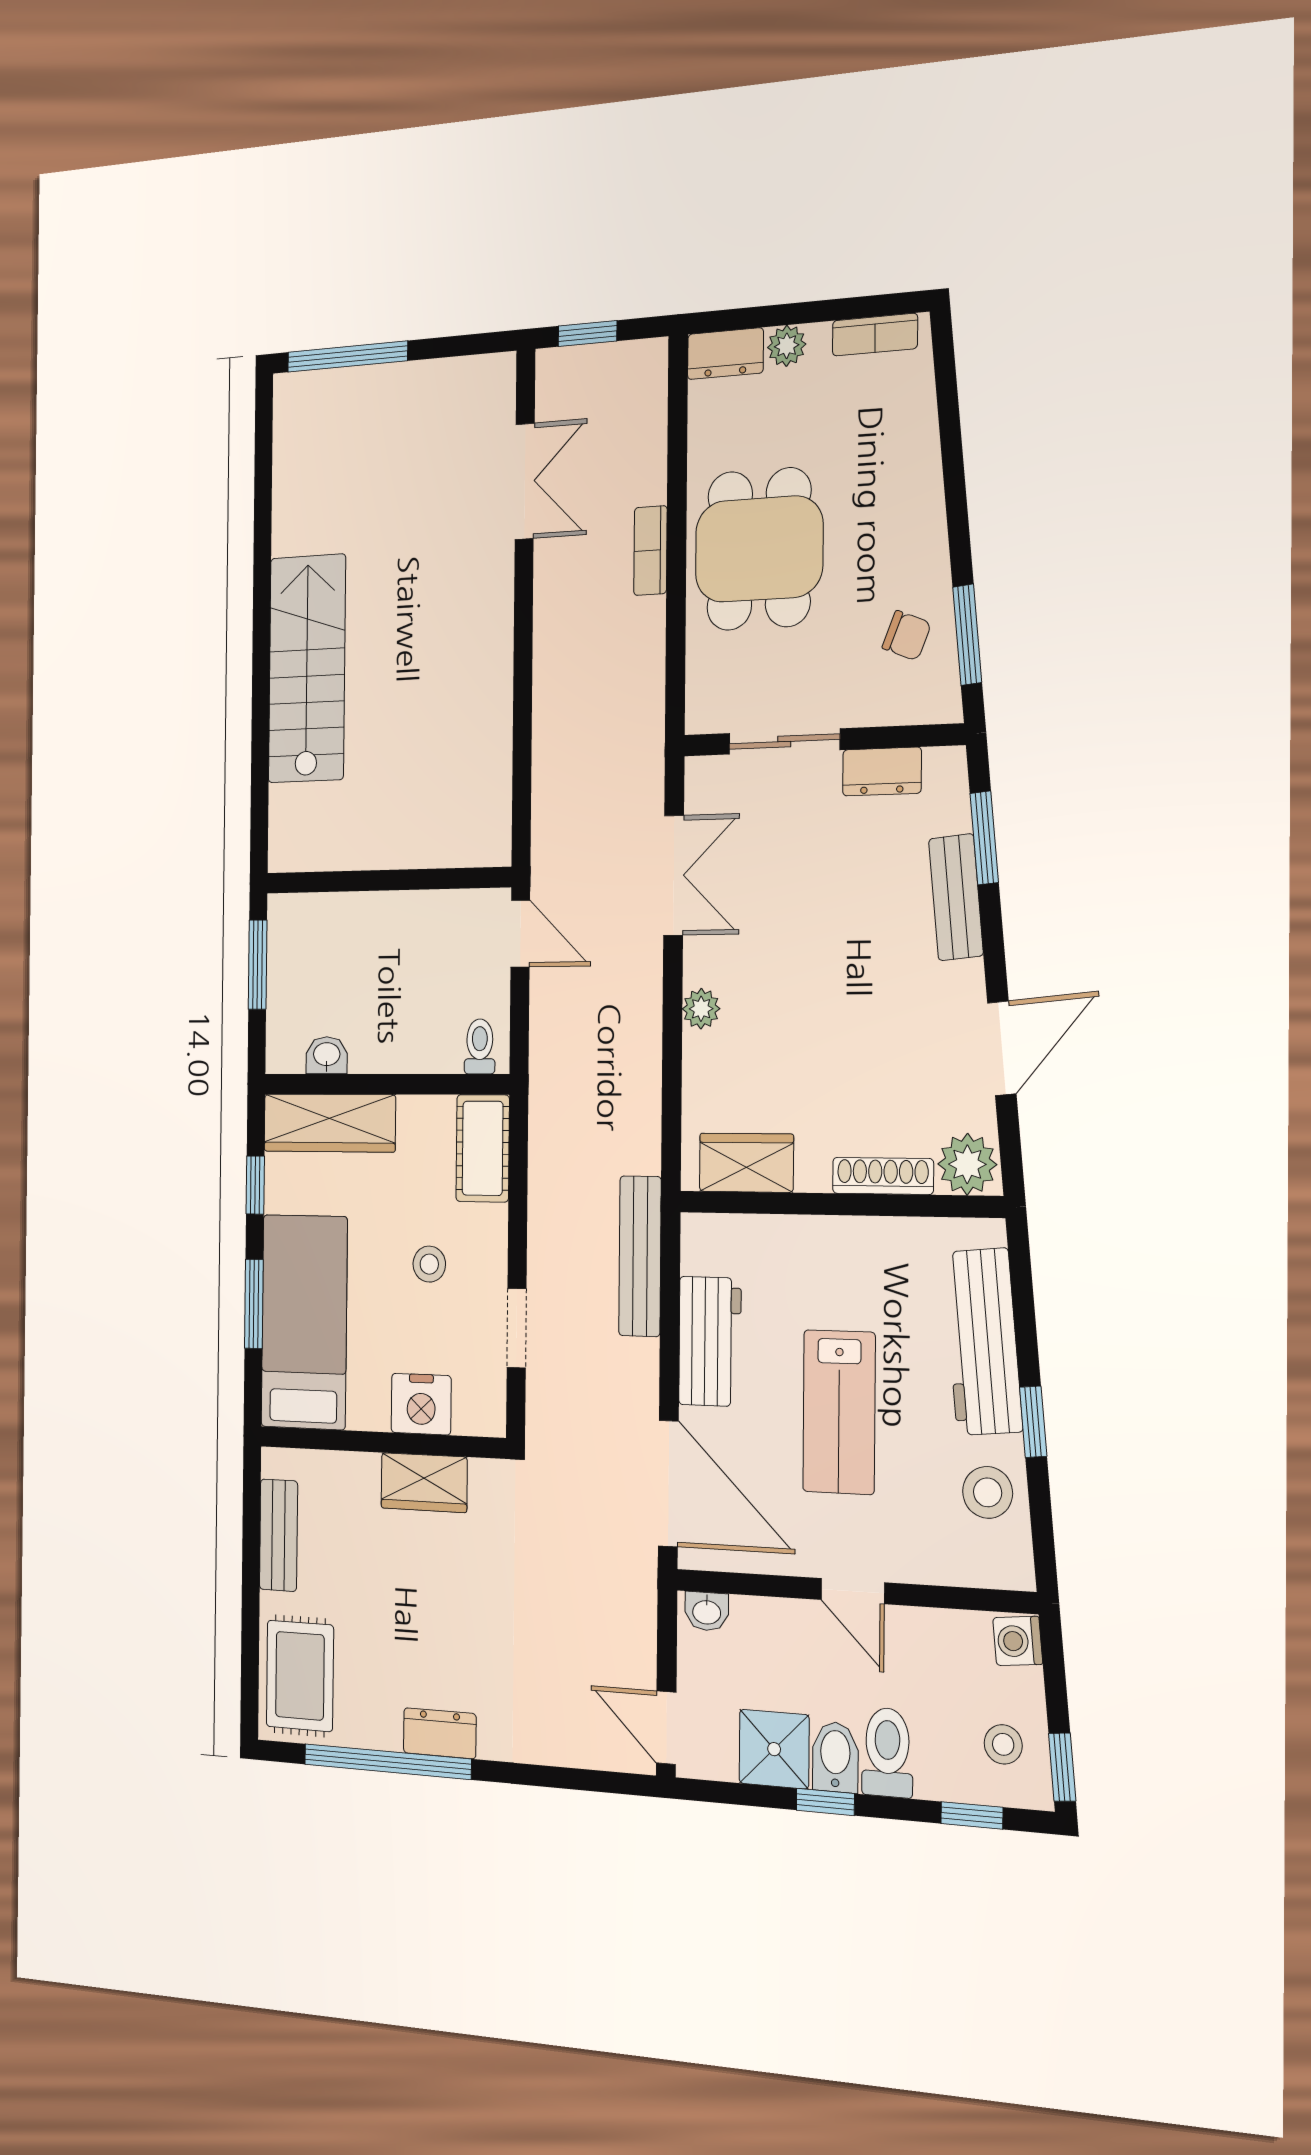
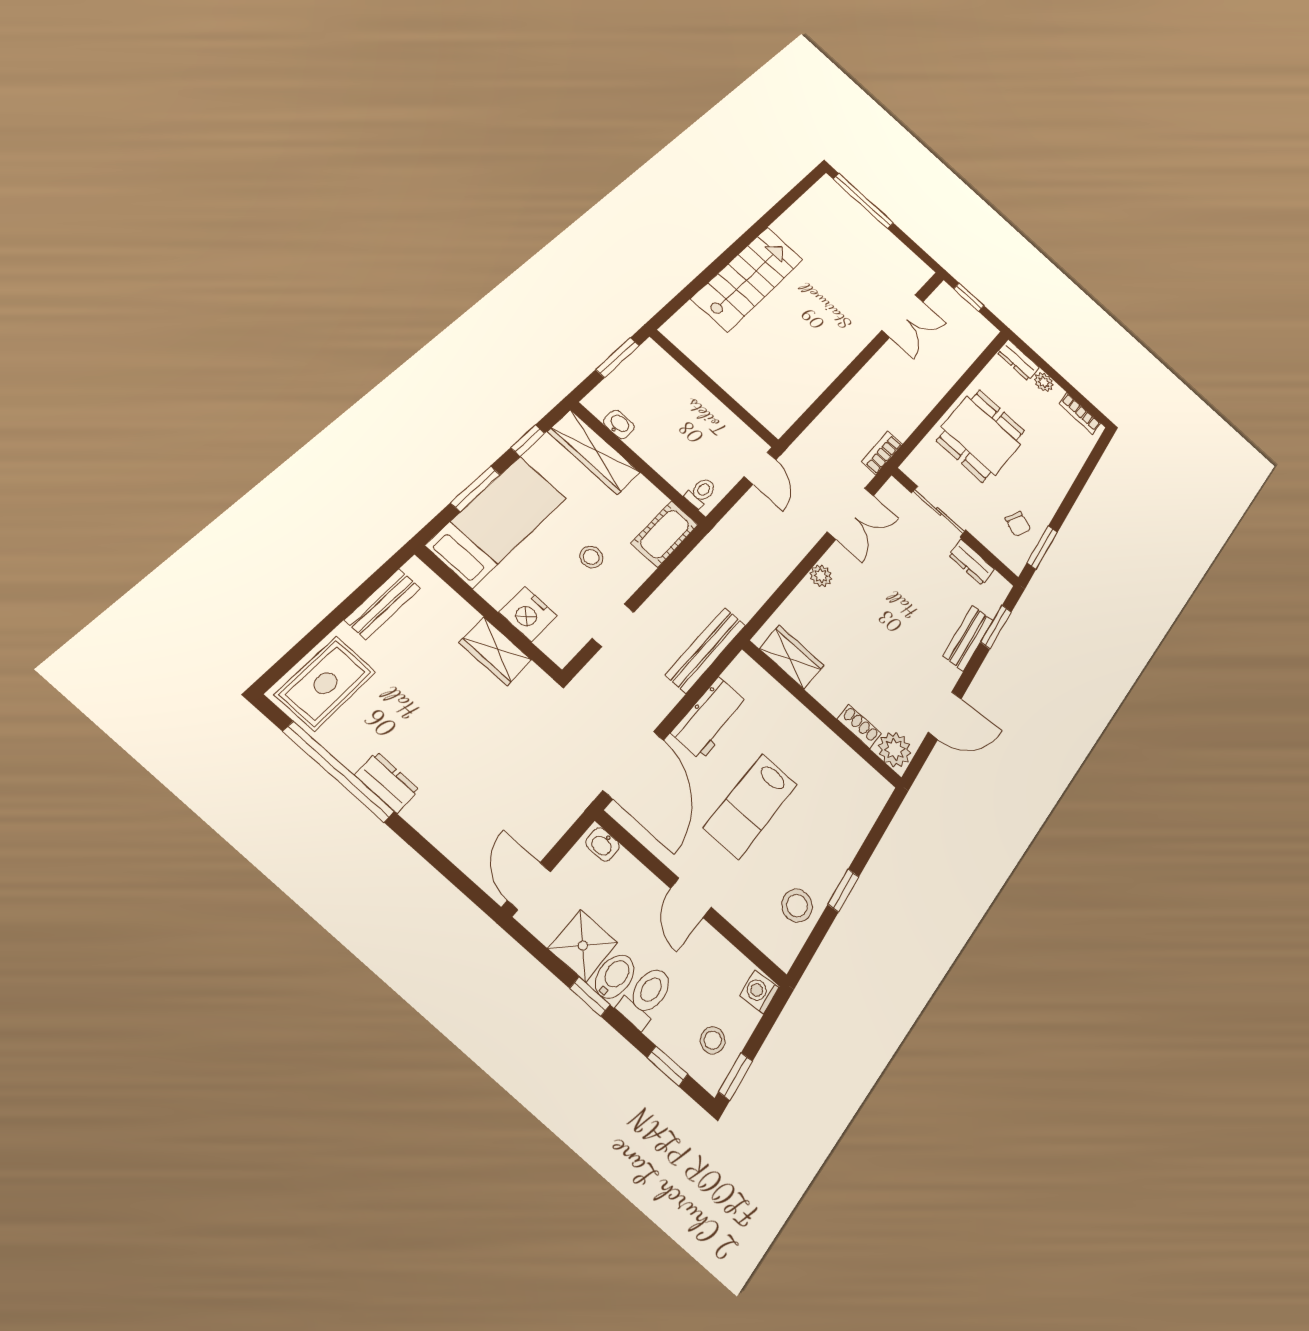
bookcase: (650, 551) -> (882, 453), moved
shoe rack: (883, 1176) -> (859, 726), width x0.70
workbench: (983, 1342) -> (845, 833), removed

